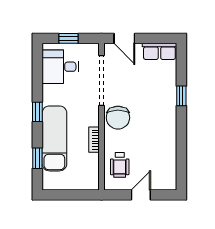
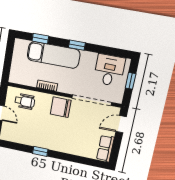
window: (181, 96) -> (40, 151), moved
wheelchair: (120, 165) -> (25, 101), turned 180

